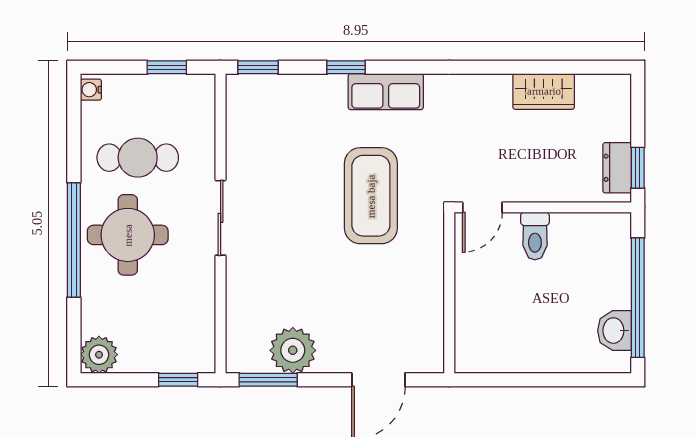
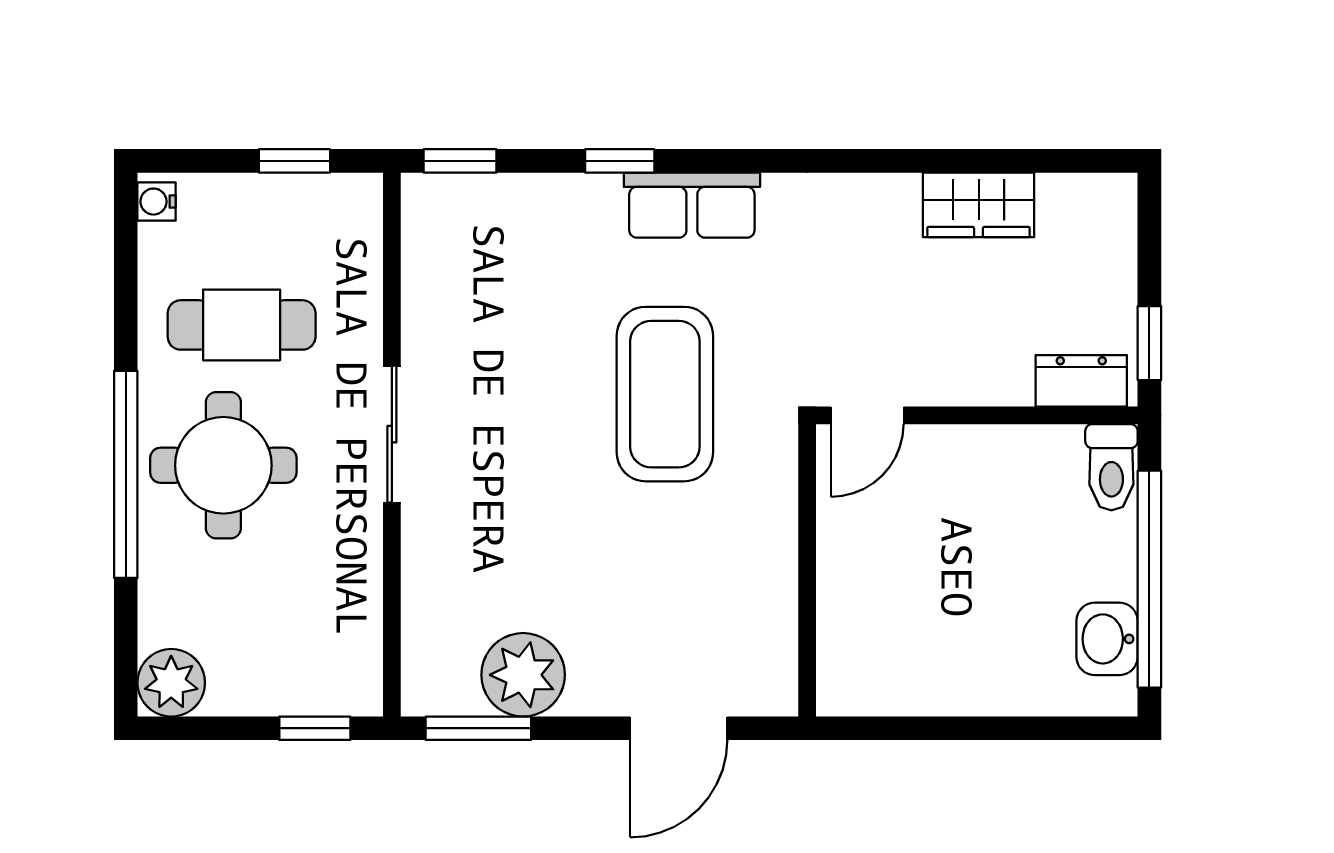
dresser: (617, 168) -> (1081, 381), moved, turned 90
toilet: (535, 236) -> (1111, 467), moved

